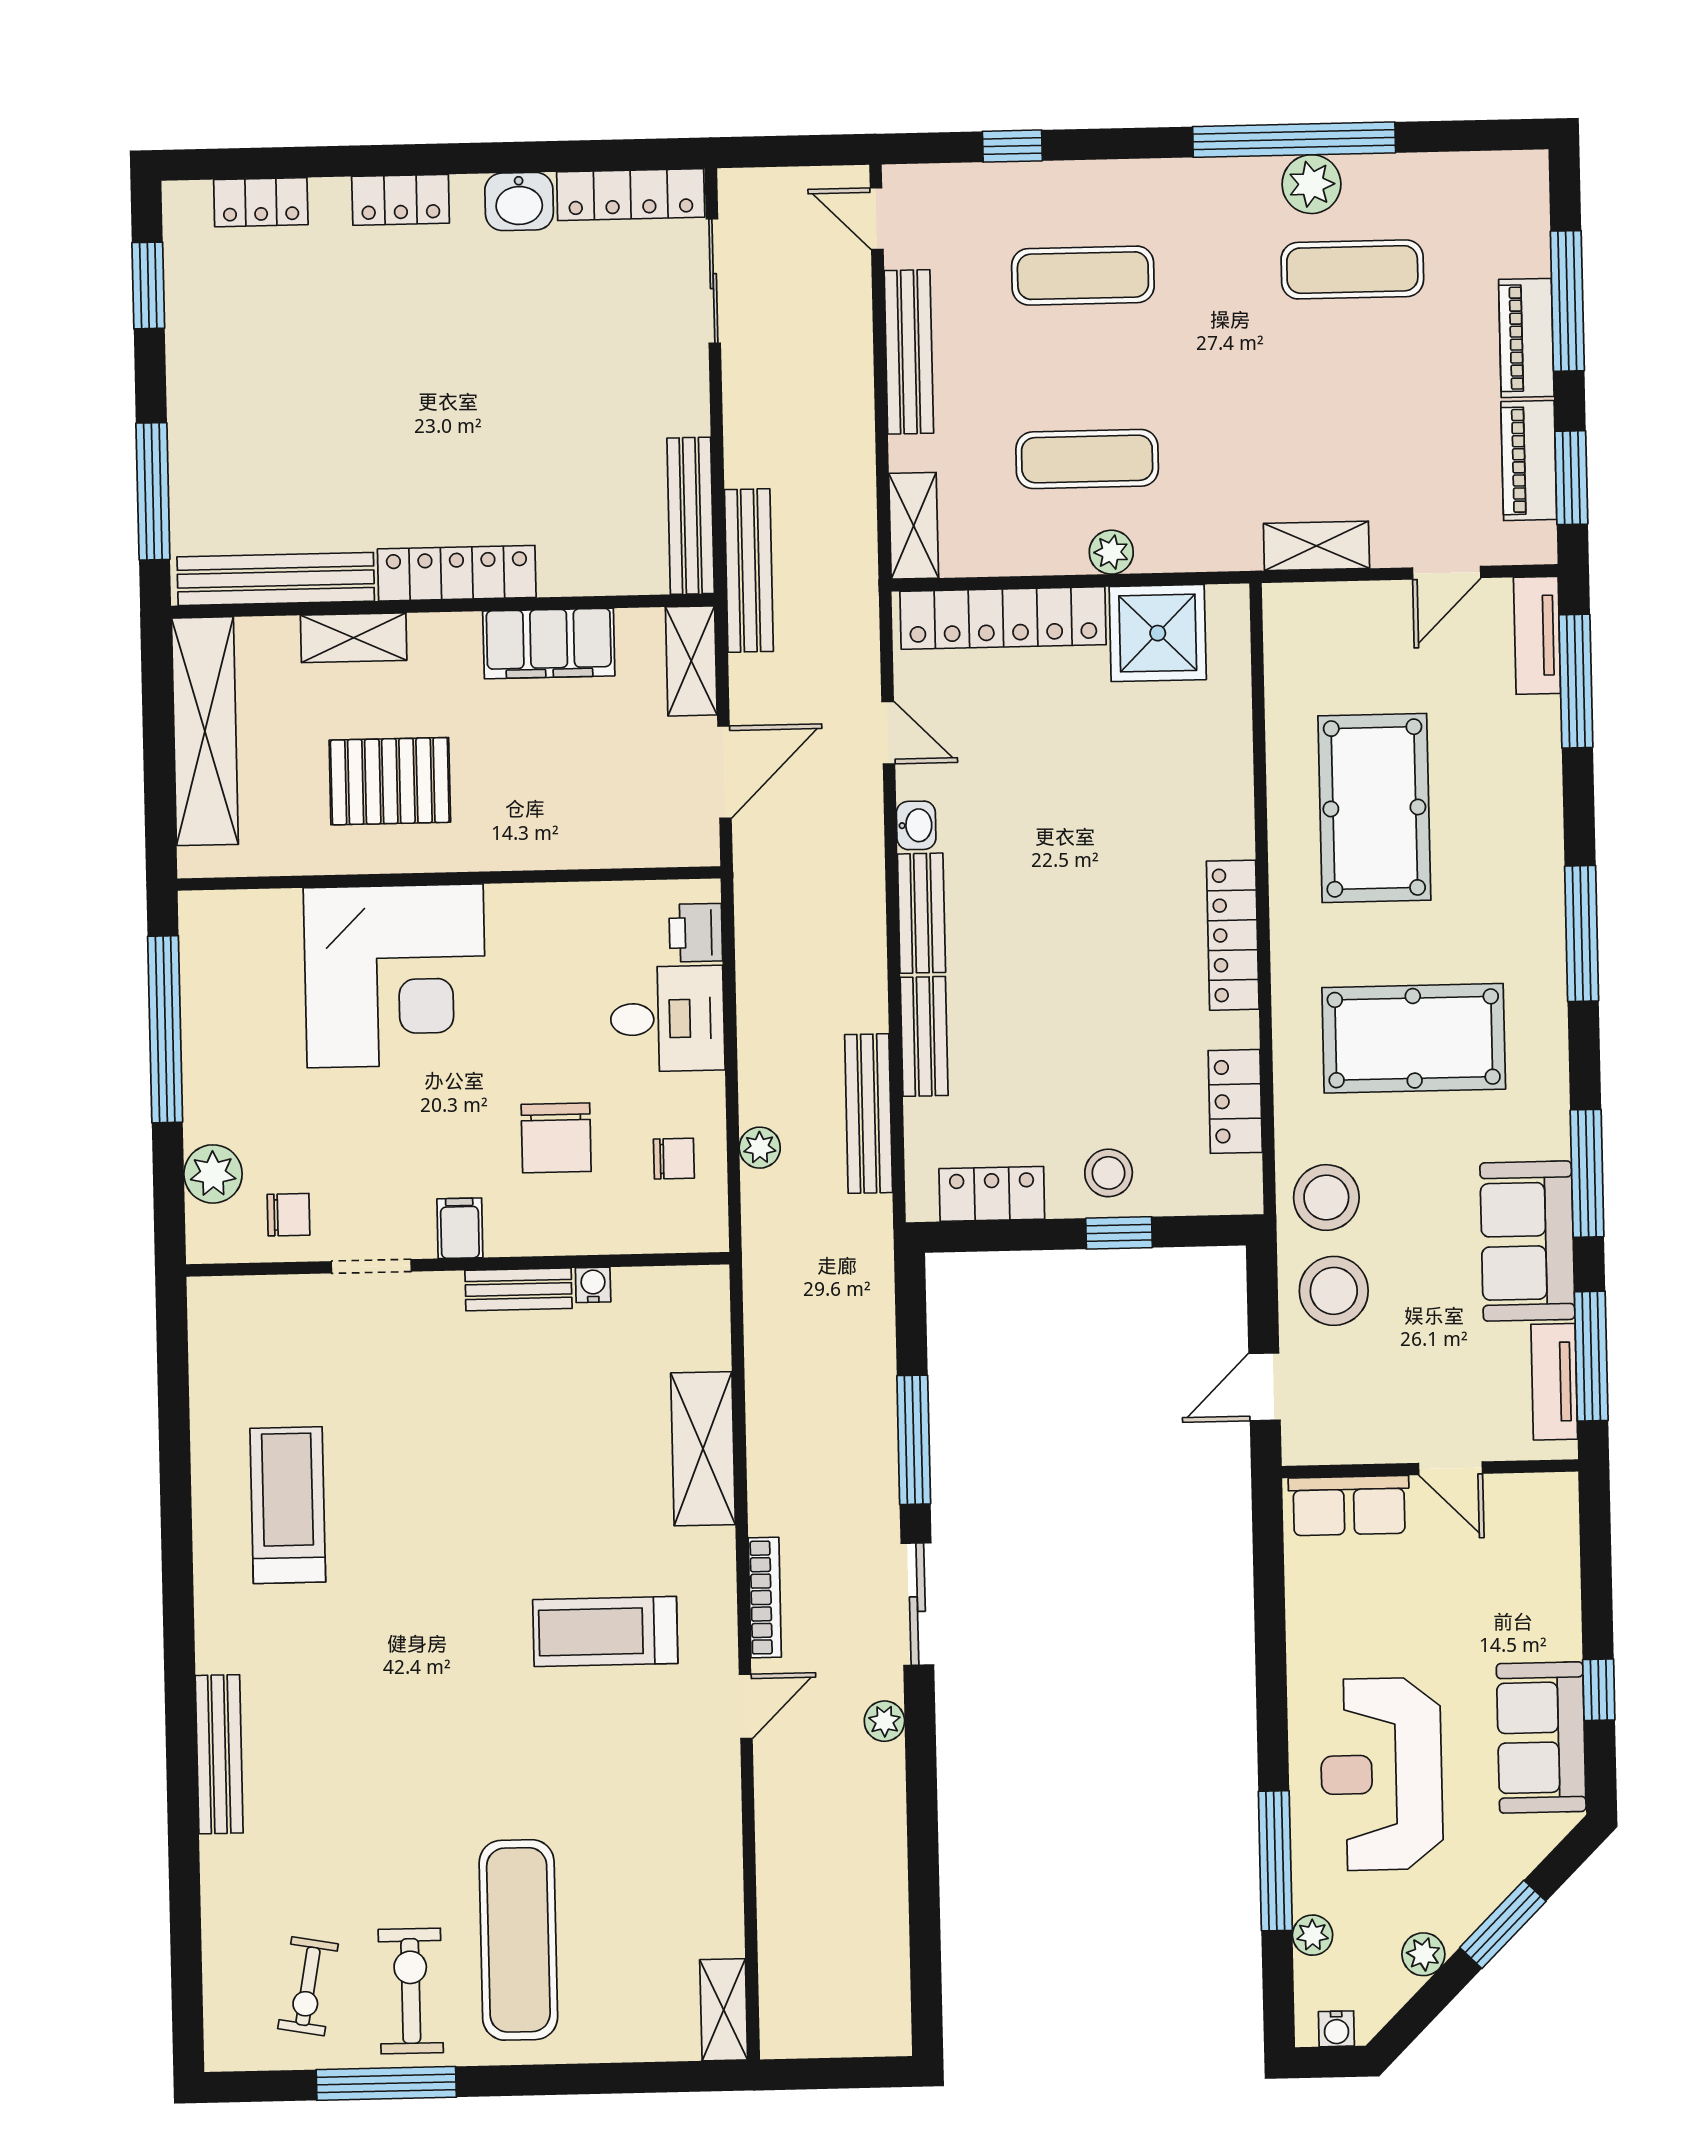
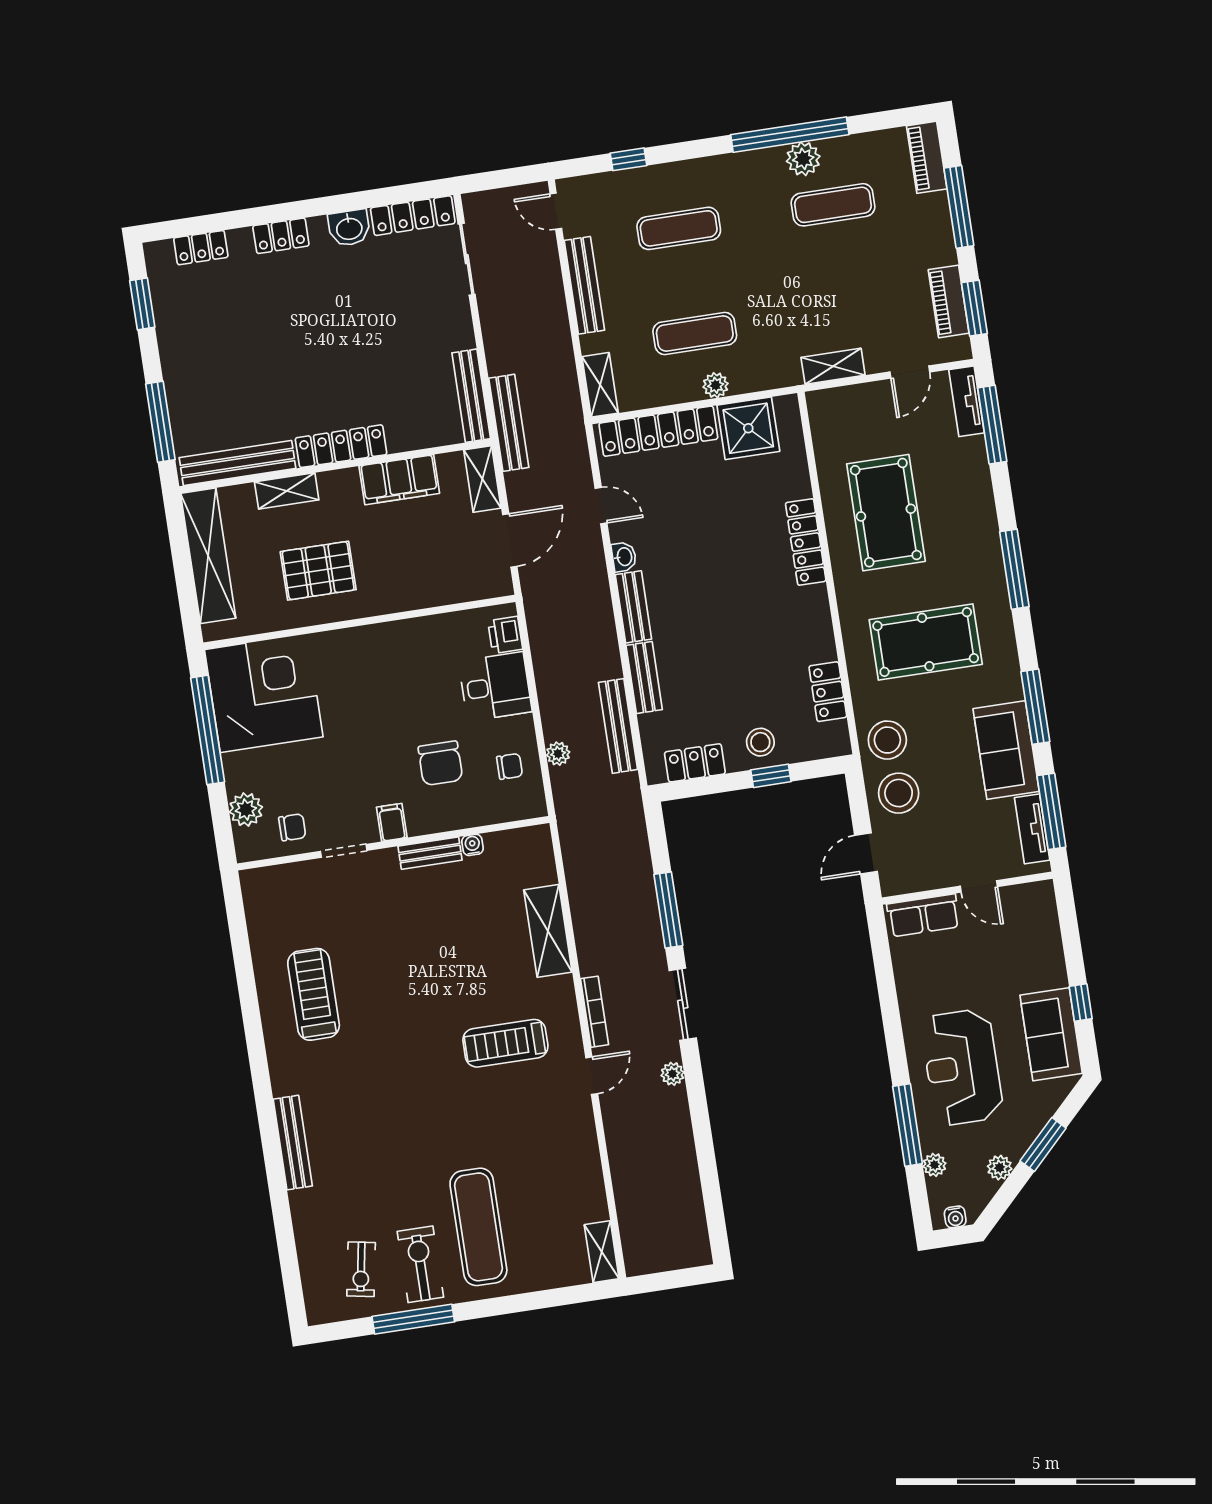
piano: (1526, 338) -> (927, 157), moved
locker: (1233, 935) -> (806, 542), moved
corner desk: (395, 976) -> (264, 693), moved, turned -90

